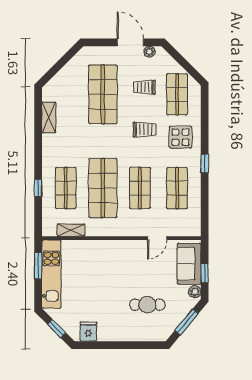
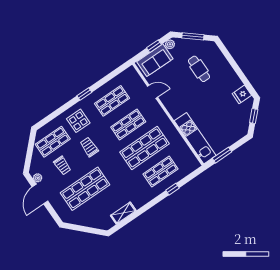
shelving: (71, 230) -> (185, 150), removed
kitchen unit: (51, 274) -> (195, 138), moved, turned 90

